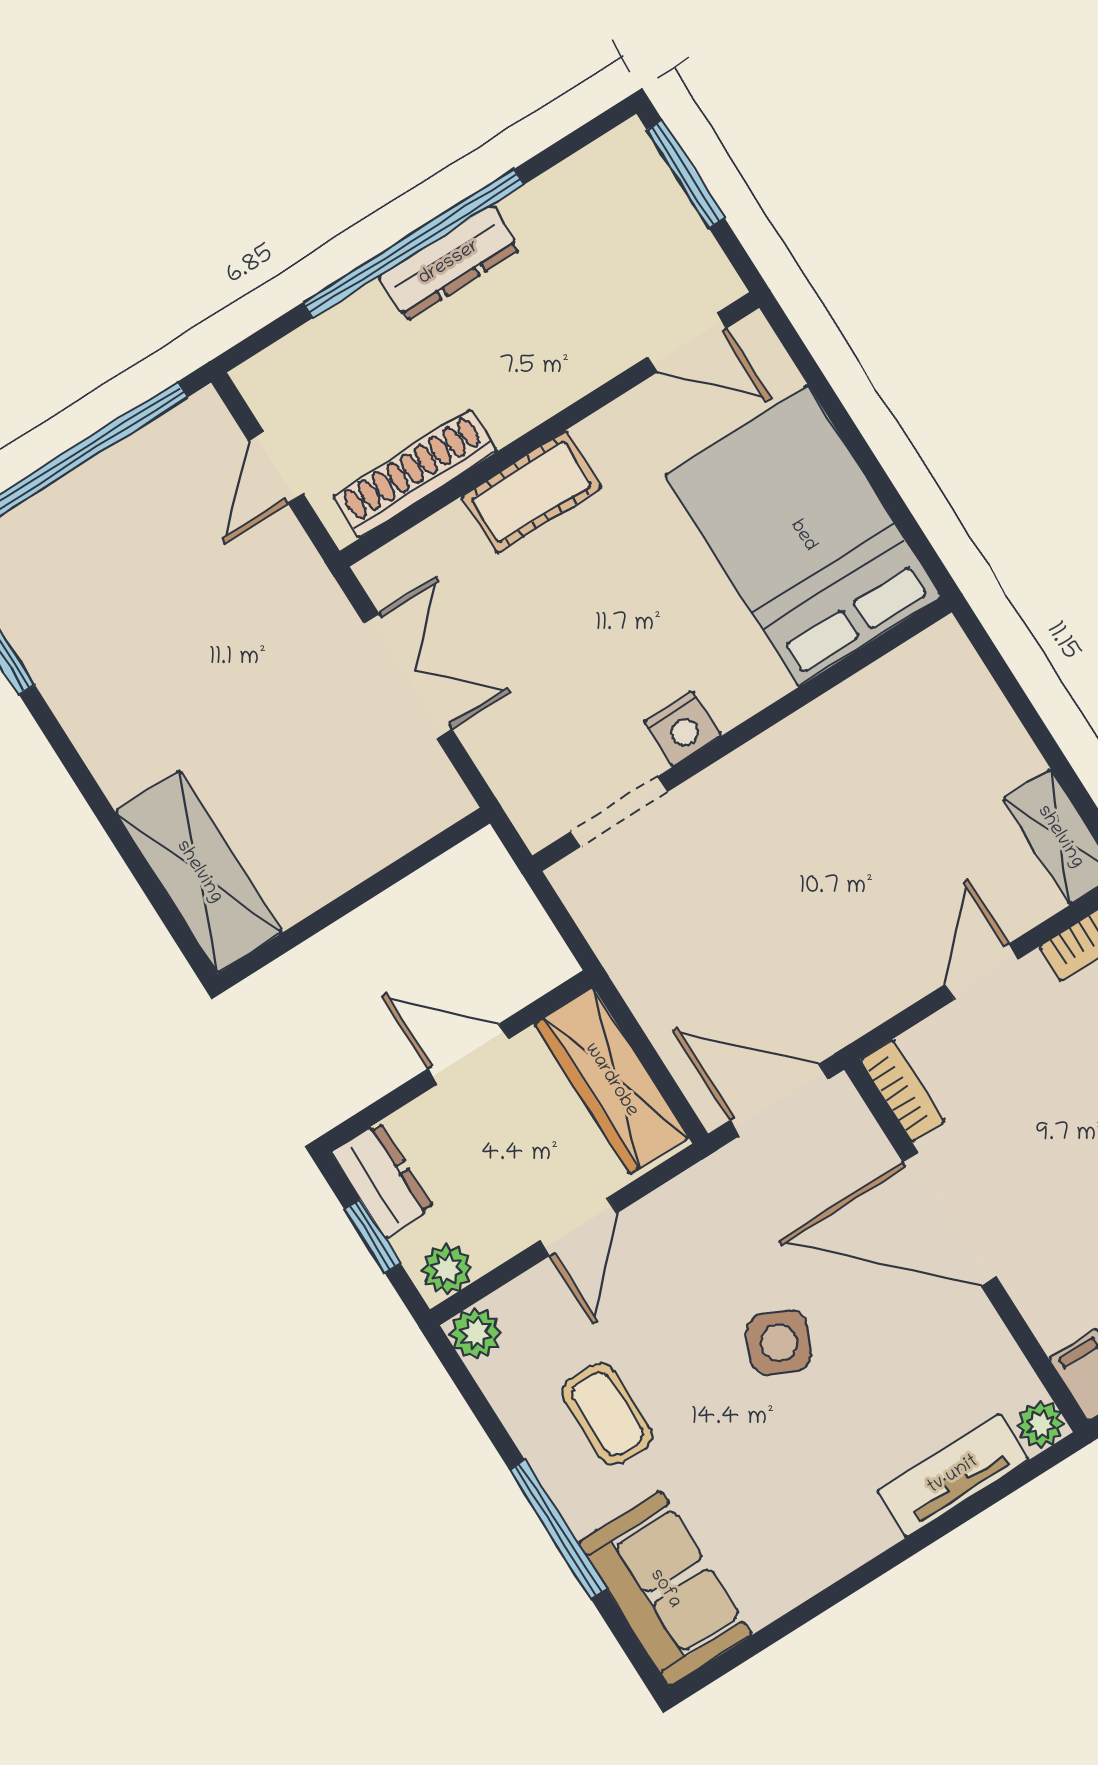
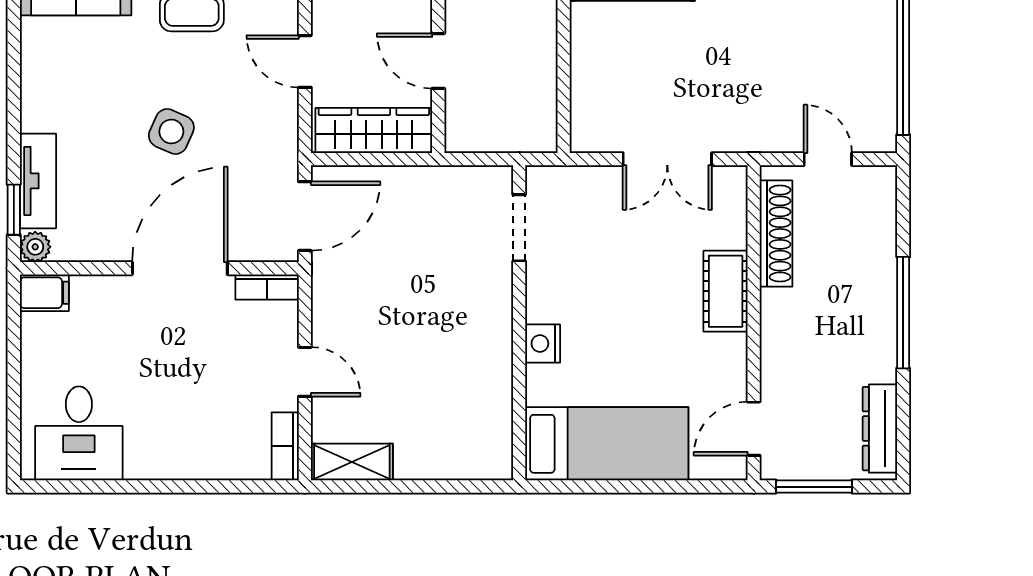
window: (686, 174) -> (814, 487), moved
window: (413, 244) -> (903, 313), width x0.68
dresser: (449, 263) -> (880, 429), moved
bed: (803, 536) -> (607, 444), width x0.67
nightstand: (682, 729) -> (543, 343), moved
door: (468, 1054) -> (438, 61), swing flipped
window: (1010, 1483) -> (14, 210), added

